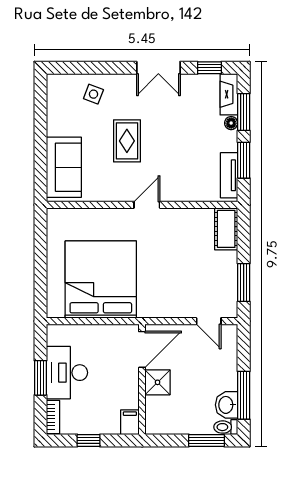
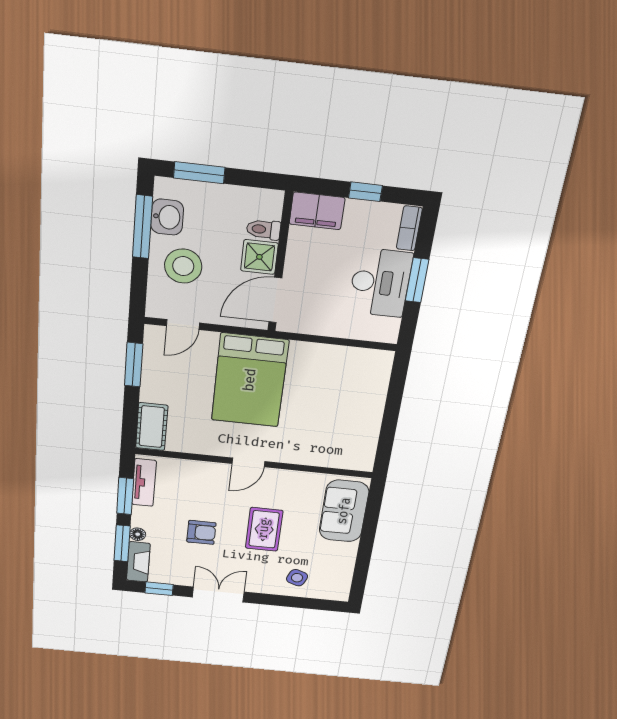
armchair: (178, 131) -> (201, 532), added
bed: (101, 280) -> (250, 380), moved, width x0.73
door: (209, 321) -> (183, 324), swing flipped
stool: (212, 368) -> (183, 266), added
filing cabinet: (130, 422) -> (317, 211), width x2.00
toilet: (226, 427) -> (263, 229), moved, turned 180

